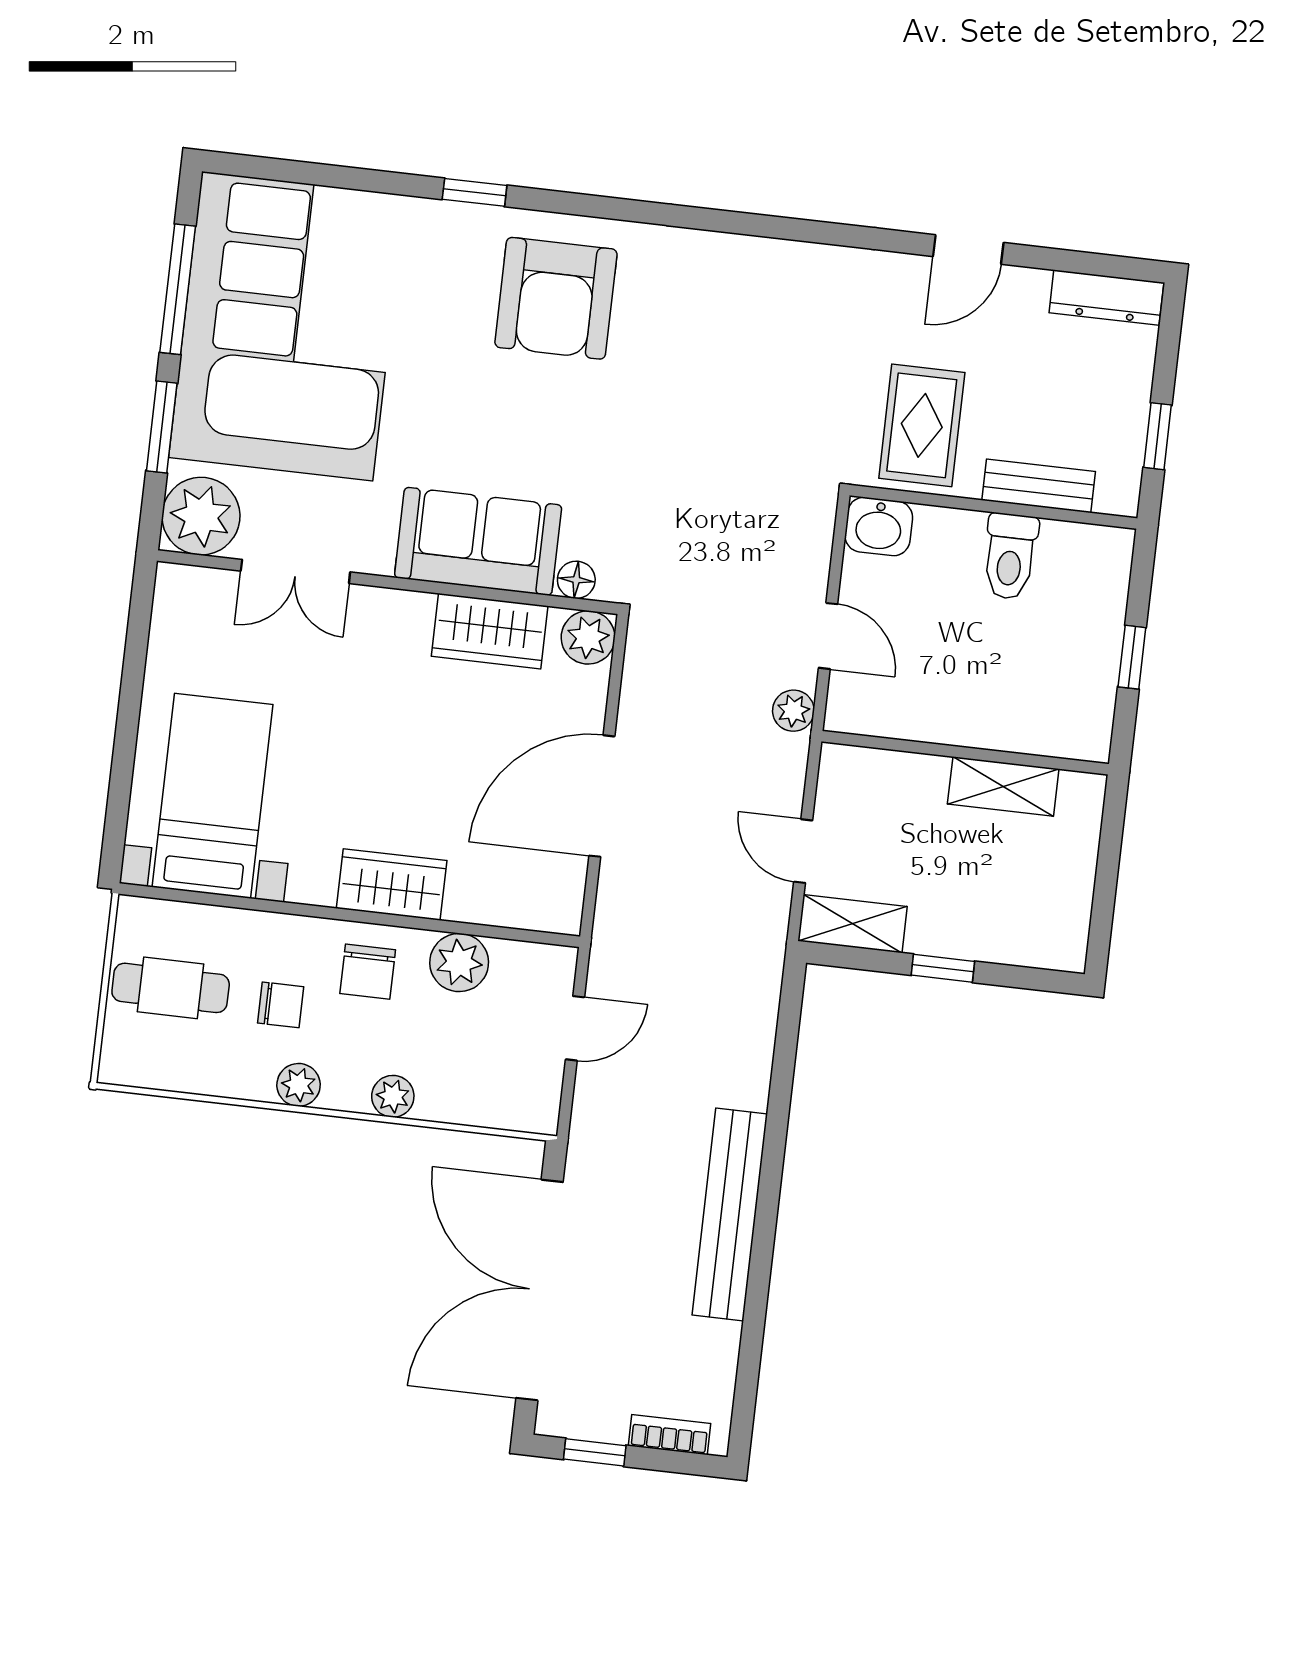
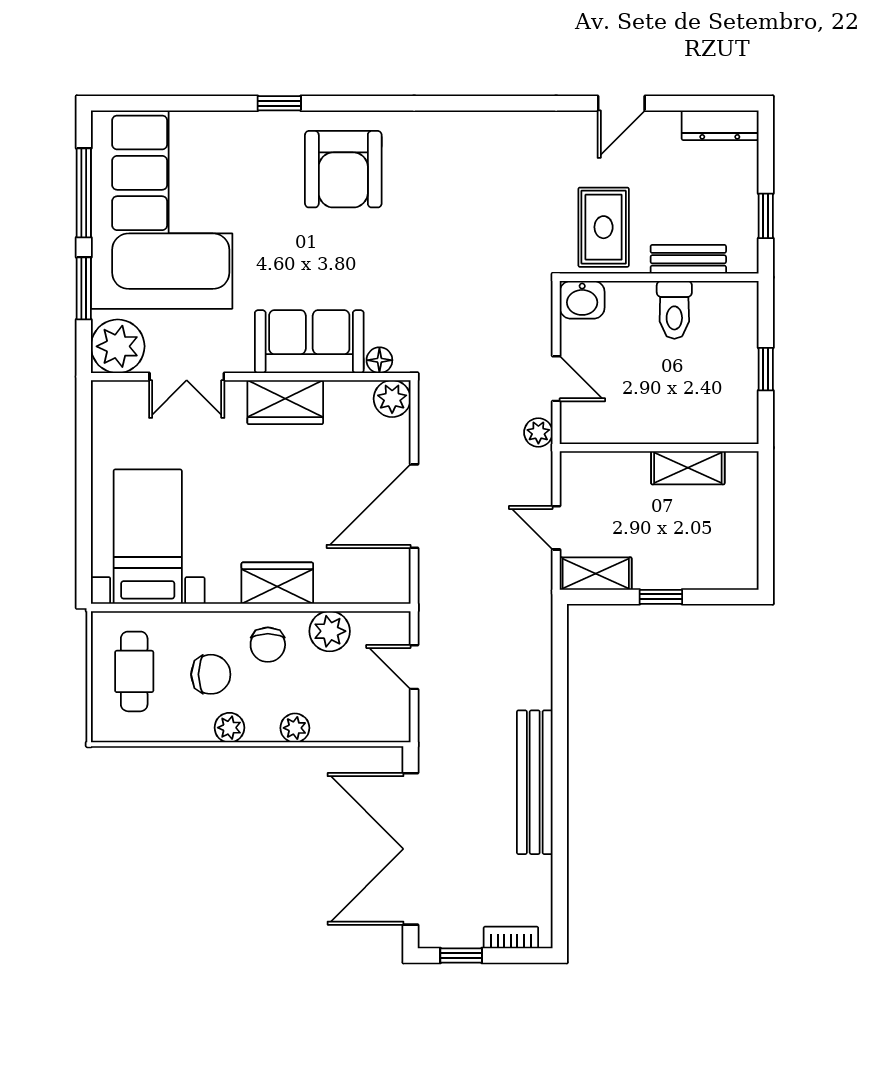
wardrobe: (490, 631) -> (285, 402), moved
cafe table: (171, 988) -> (134, 671), turned 90
chair: (281, 1005) -> (211, 674), width x1.37, depth x1.37
door: (575, 1028) -> (414, 667), swing flipped

